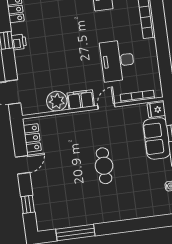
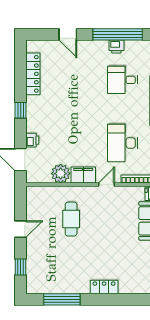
printer: (19, 42) -> (32, 140), moved
locker: (32, 138) -> (104, 287), moved, turned -90
cafe table: (104, 166) -> (71, 219), moved

